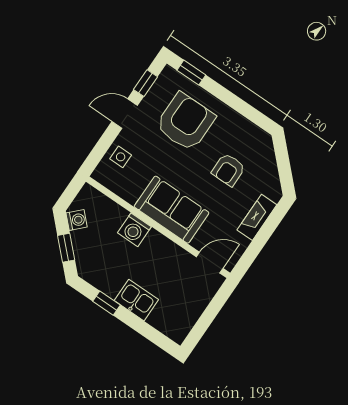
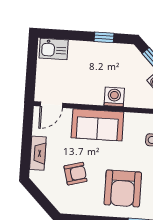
armchair: (228, 170) -> (75, 174), turned 75
kitchen sink: (136, 300) -> (54, 49), moved

